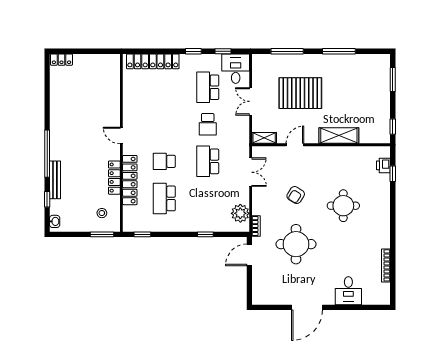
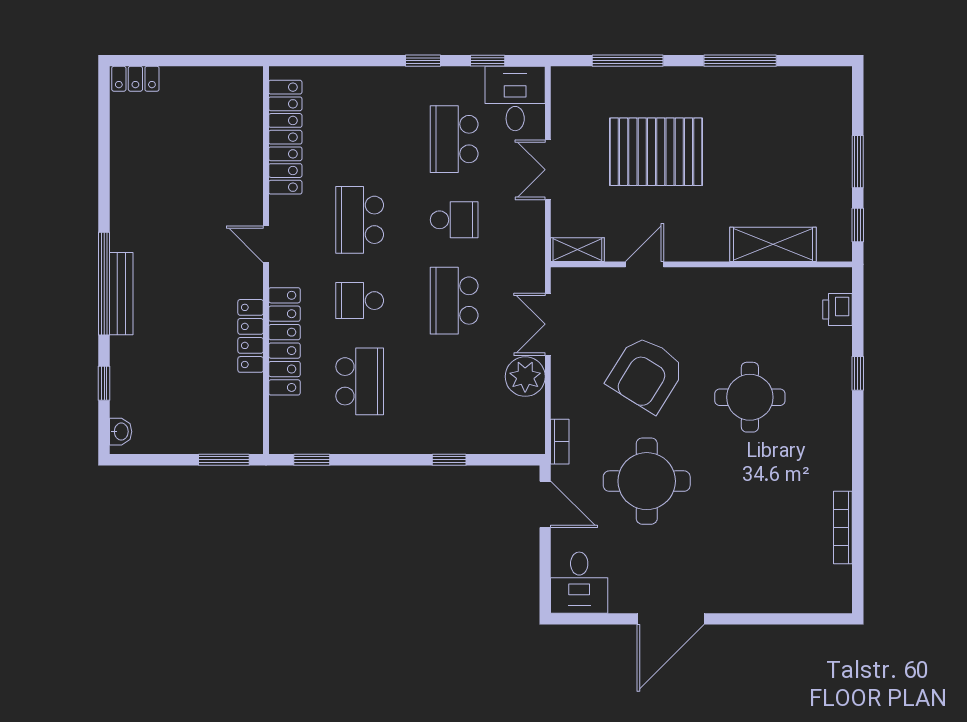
locker: (153, 61) -> (285, 137), moved, turned -90
window: (393, 79) -> (858, 162), moved
school desk: (164, 124) -> (360, 220), added
school desk: (208, 124) -> (454, 220), turned -90
shelving: (339, 136) -> (773, 244), moved
double door: (251, 172) -> (548, 324), swing flipped
window: (393, 174) -> (858, 373), moved
bench: (55, 180) -> (121, 294), moved
armchair: (296, 195) -> (646, 374), width x1.88, depth x1.88
school desk: (164, 198) -> (360, 381), turned 180
stool: (102, 213) -> (223, 413), removed
plant: (240, 213) -> (525, 377), moved
door: (249, 255) -> (545, 504), swing flipped
desk: (348, 291) -> (579, 583), moved

